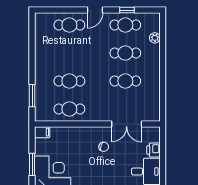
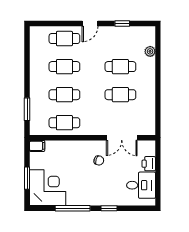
cafe table: (125, 25) -> (64, 67), moved

